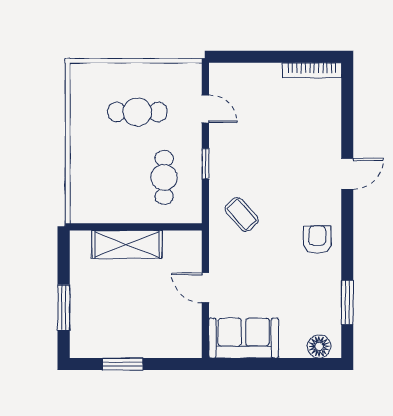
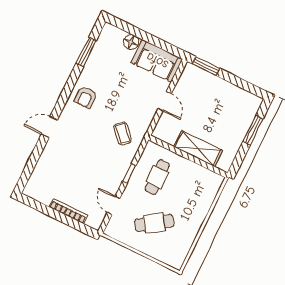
bookcase: (312, 70) -> (68, 211), moved
cafe table: (137, 112) -> (154, 223), turned -34
floor lamp: (319, 347) -> (131, 42), moved
window: (123, 364) -> (206, 66), moved

